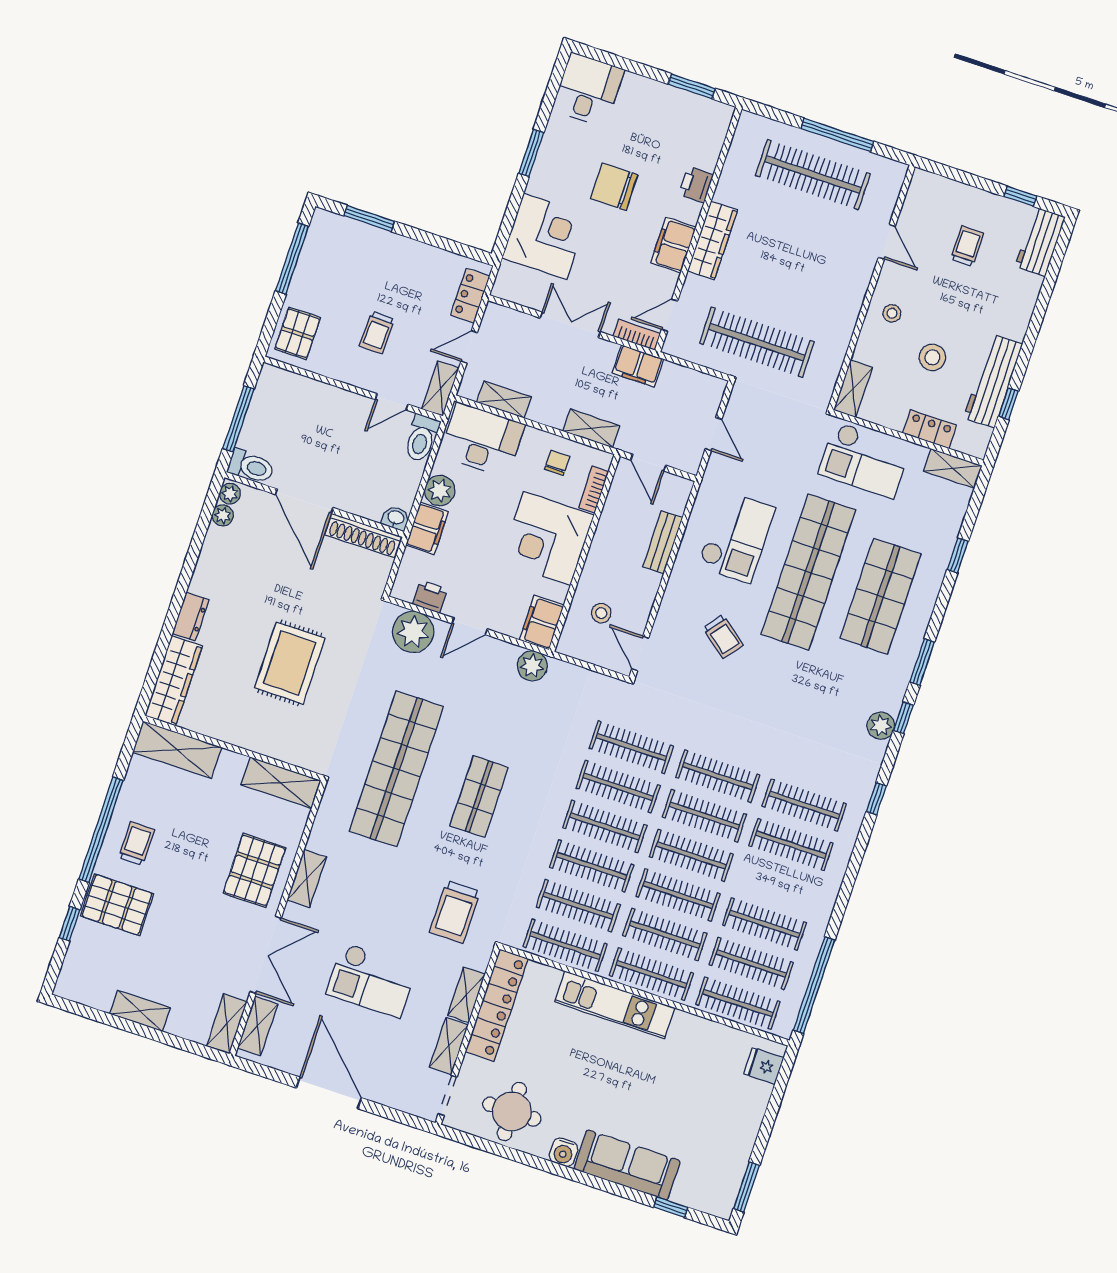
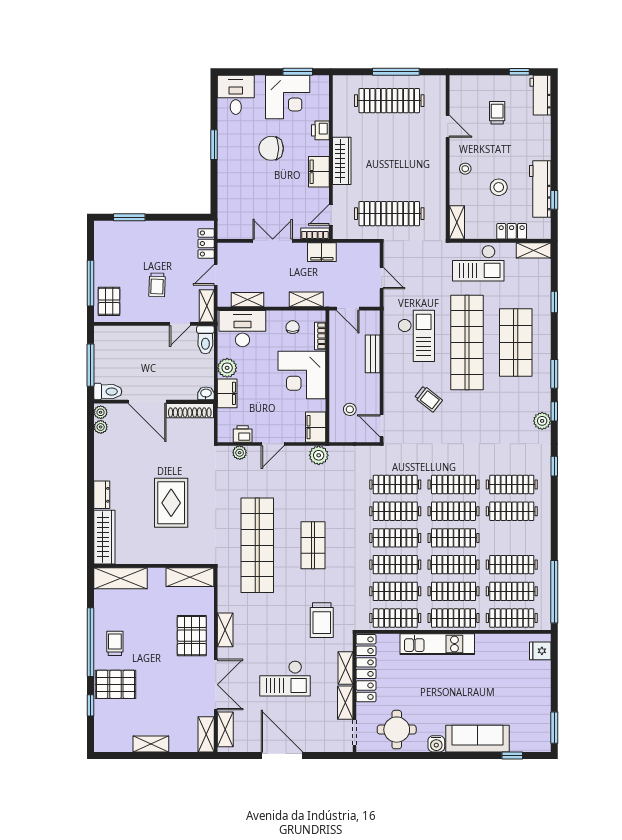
corner desk: (545, 236) -> (288, 97), moved, turned 90
window: (292, 259) -> (90, 283), moved
plant: (413, 632) -> (240, 453), width x0.53, depth x0.53

